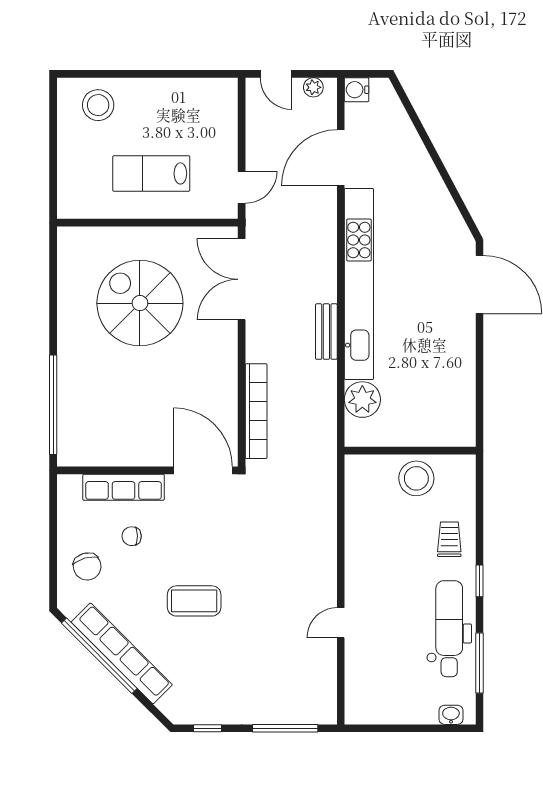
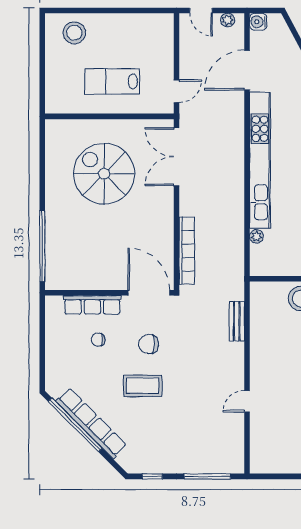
bench: (326, 332) -> (237, 321), moved
plant: (362, 400) -> (256, 236), width x0.53, depth x0.53
chair: (87, 566) -> (149, 344), moved, turned 106

